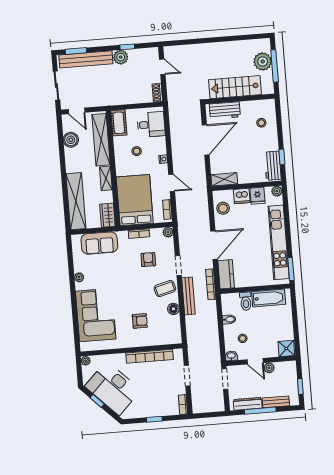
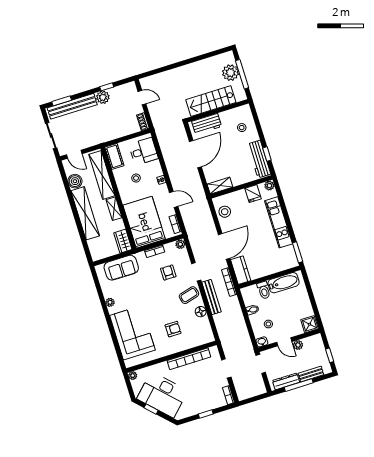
workbench: (273, 166) -> (259, 159), width x1.38
dishwasher: (242, 196) -> (239, 197), removed
shelving: (76, 201) -> (85, 213), moved
kitchen unit: (279, 242) -> (279, 222), width x0.73

